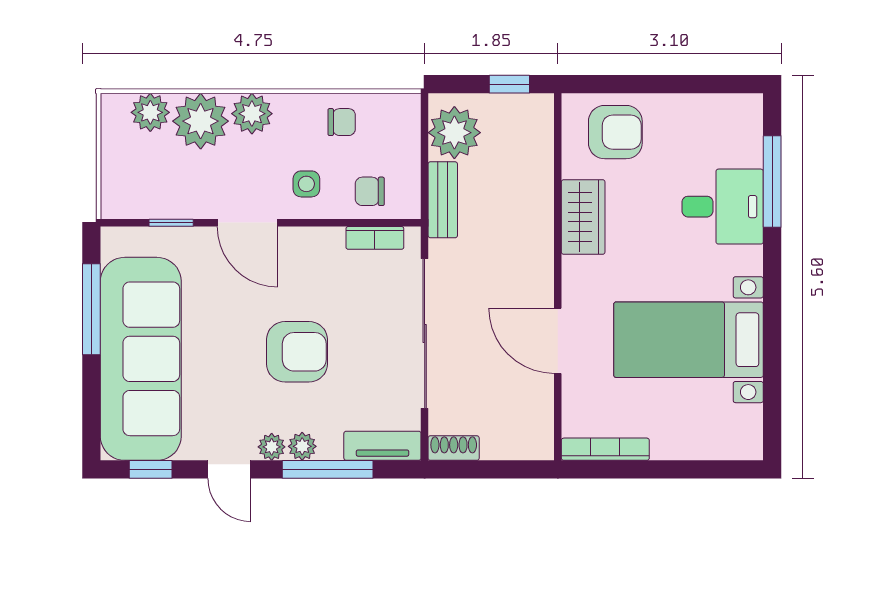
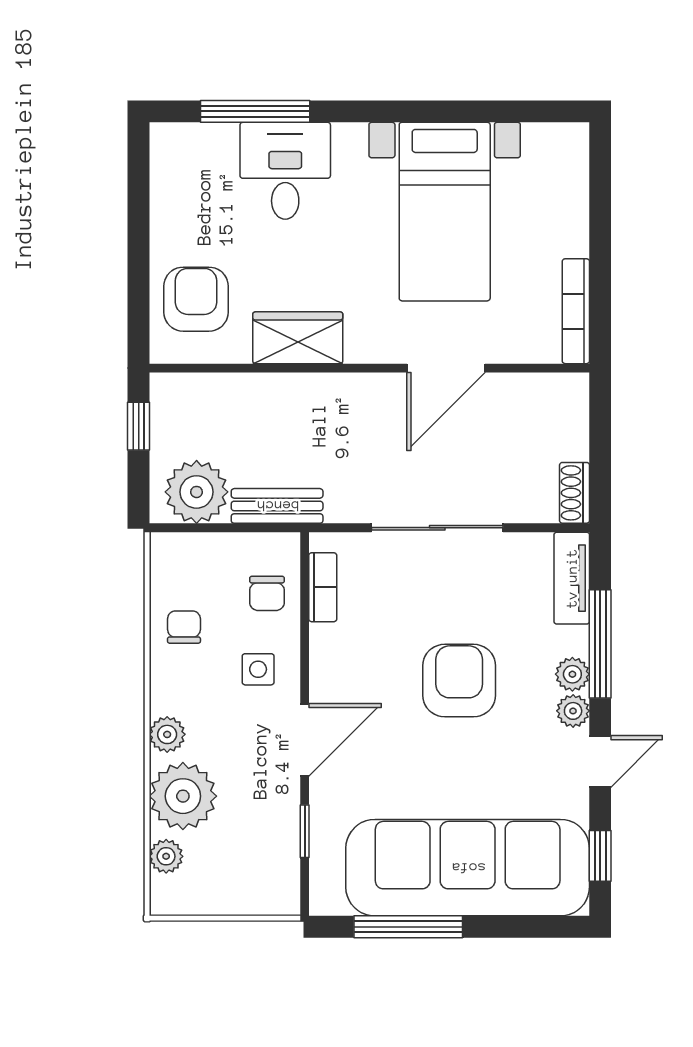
plant: (150, 112) -> (166, 856), width x0.73, depth x0.73
plant: (252, 114) -> (167, 734), width x0.73, depth x0.73
sliding door: (425, 333) -> (437, 528), width x0.73

